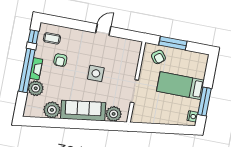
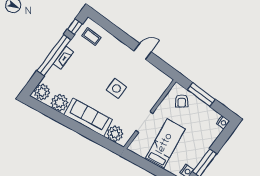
nightstand: (204, 58) -> (223, 122), added
armchair: (60, 60) -> (90, 60), removed
bed: (180, 86) -> (165, 144), moved, turned 82
plant: (36, 88) -> (42, 92), moved

